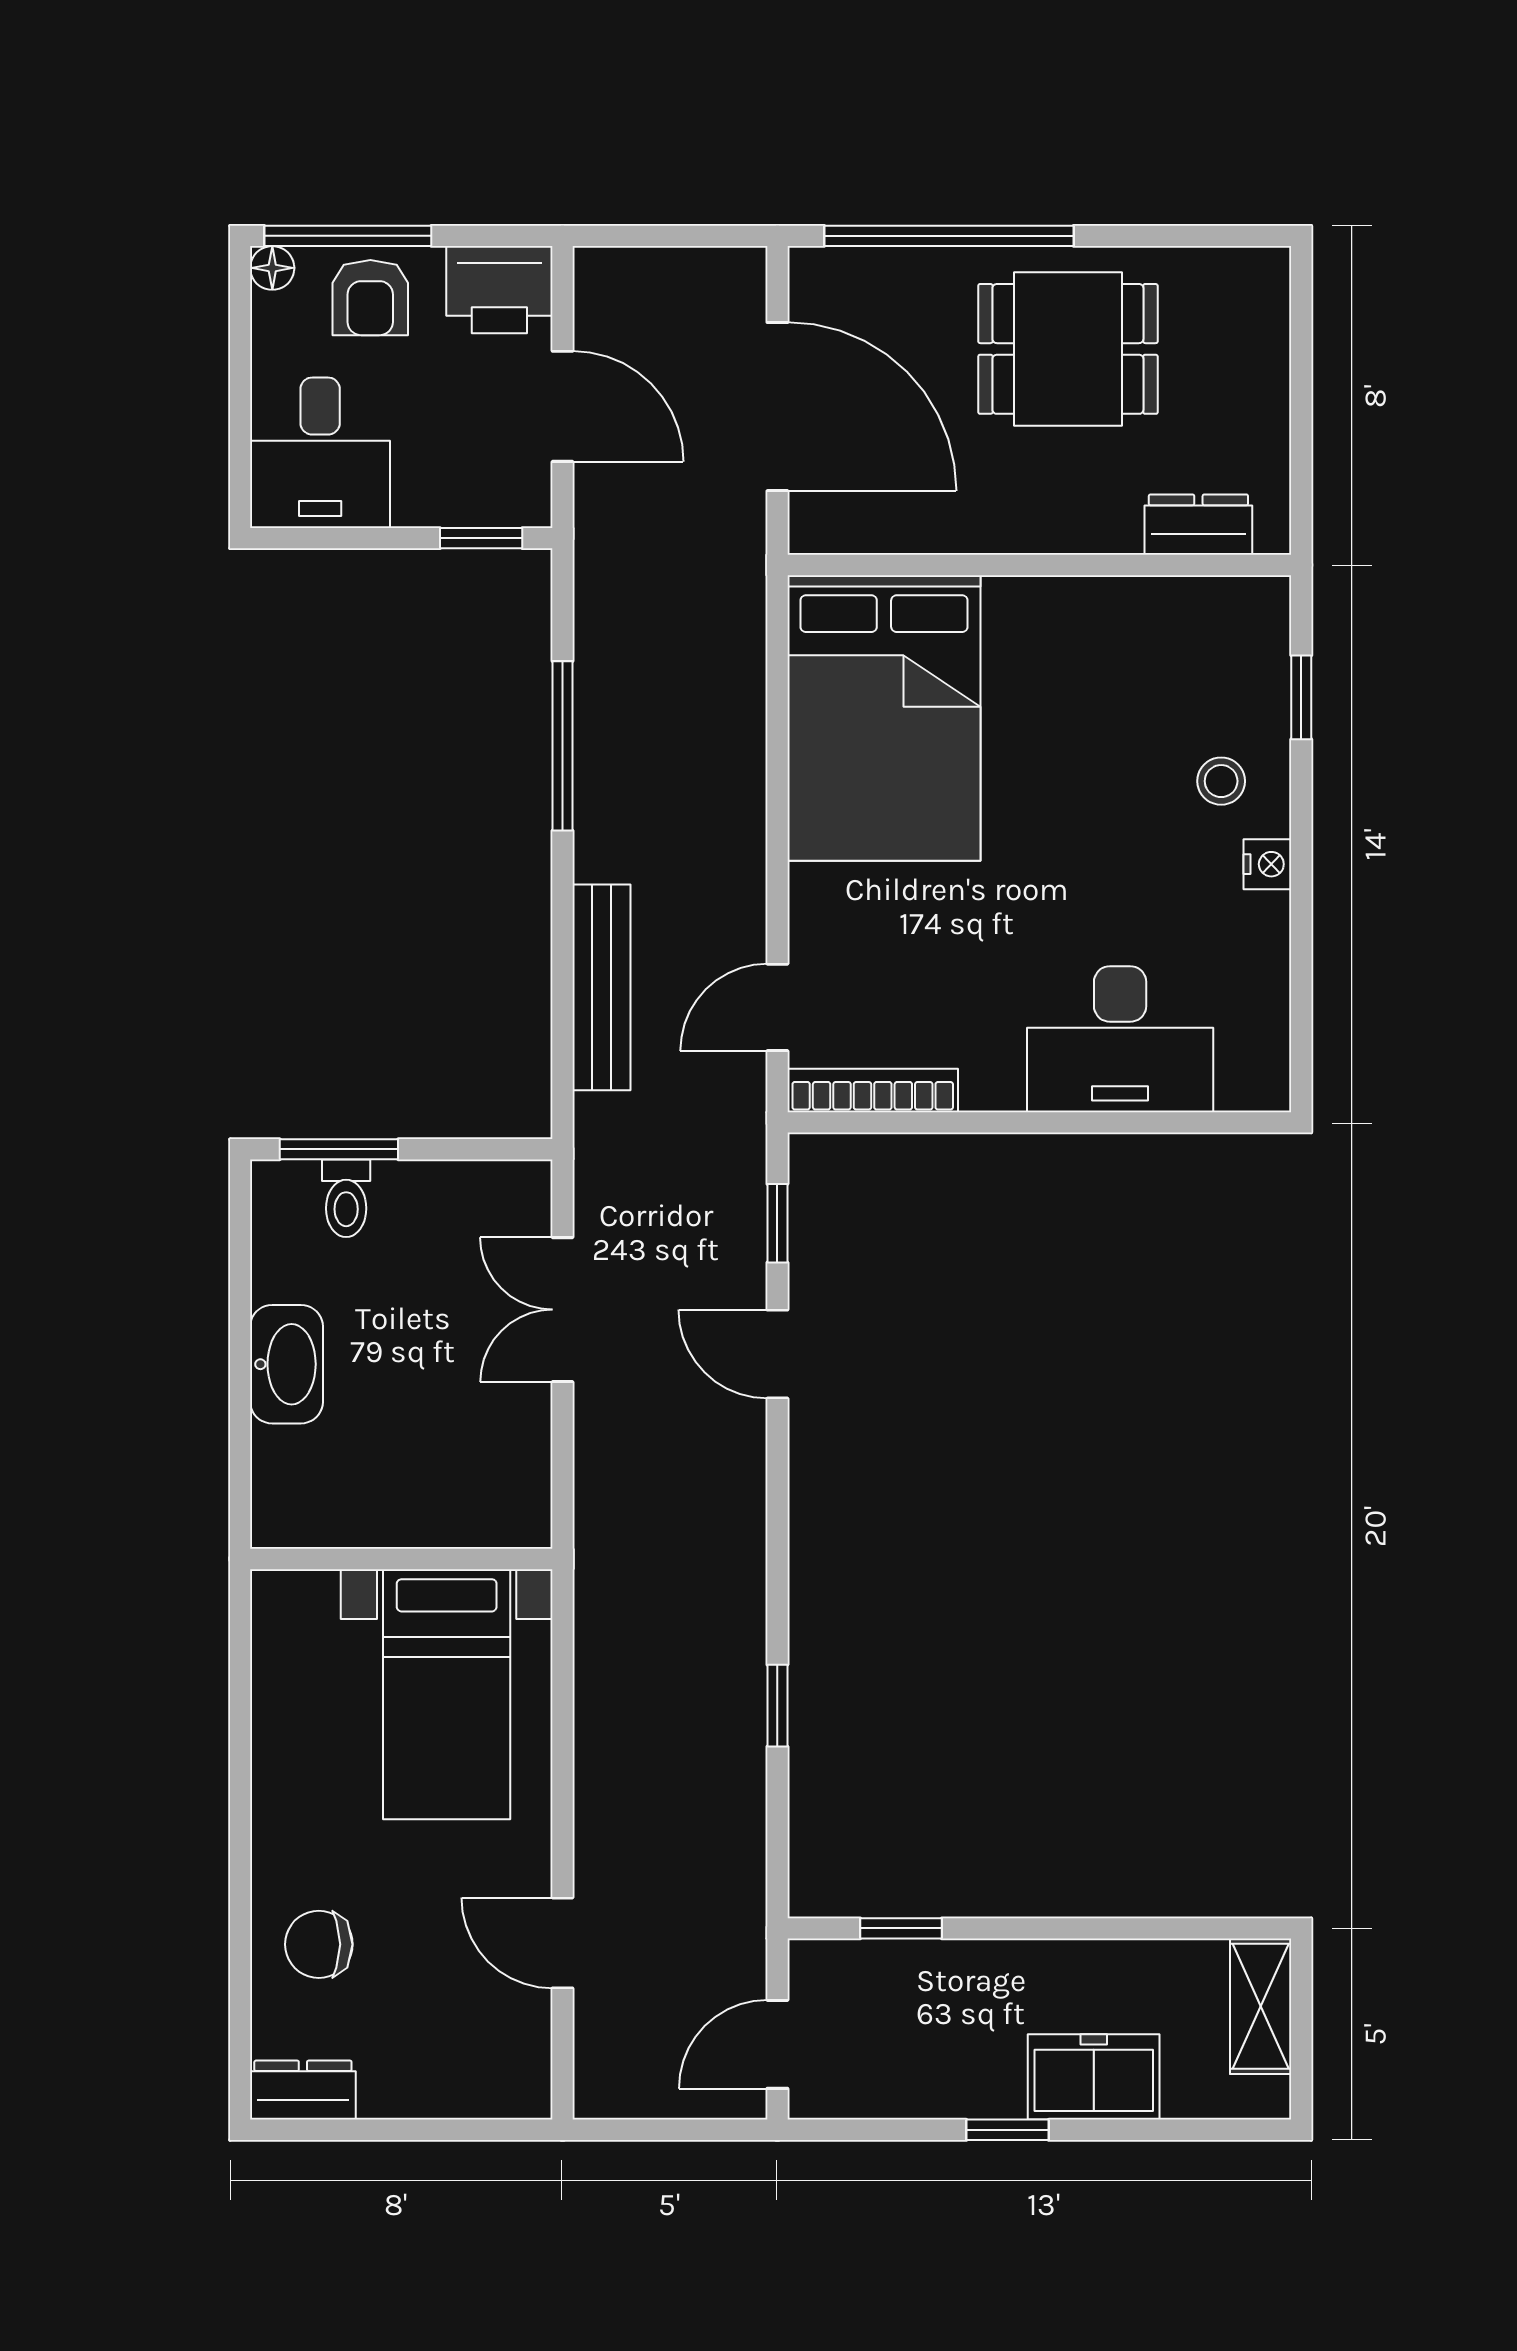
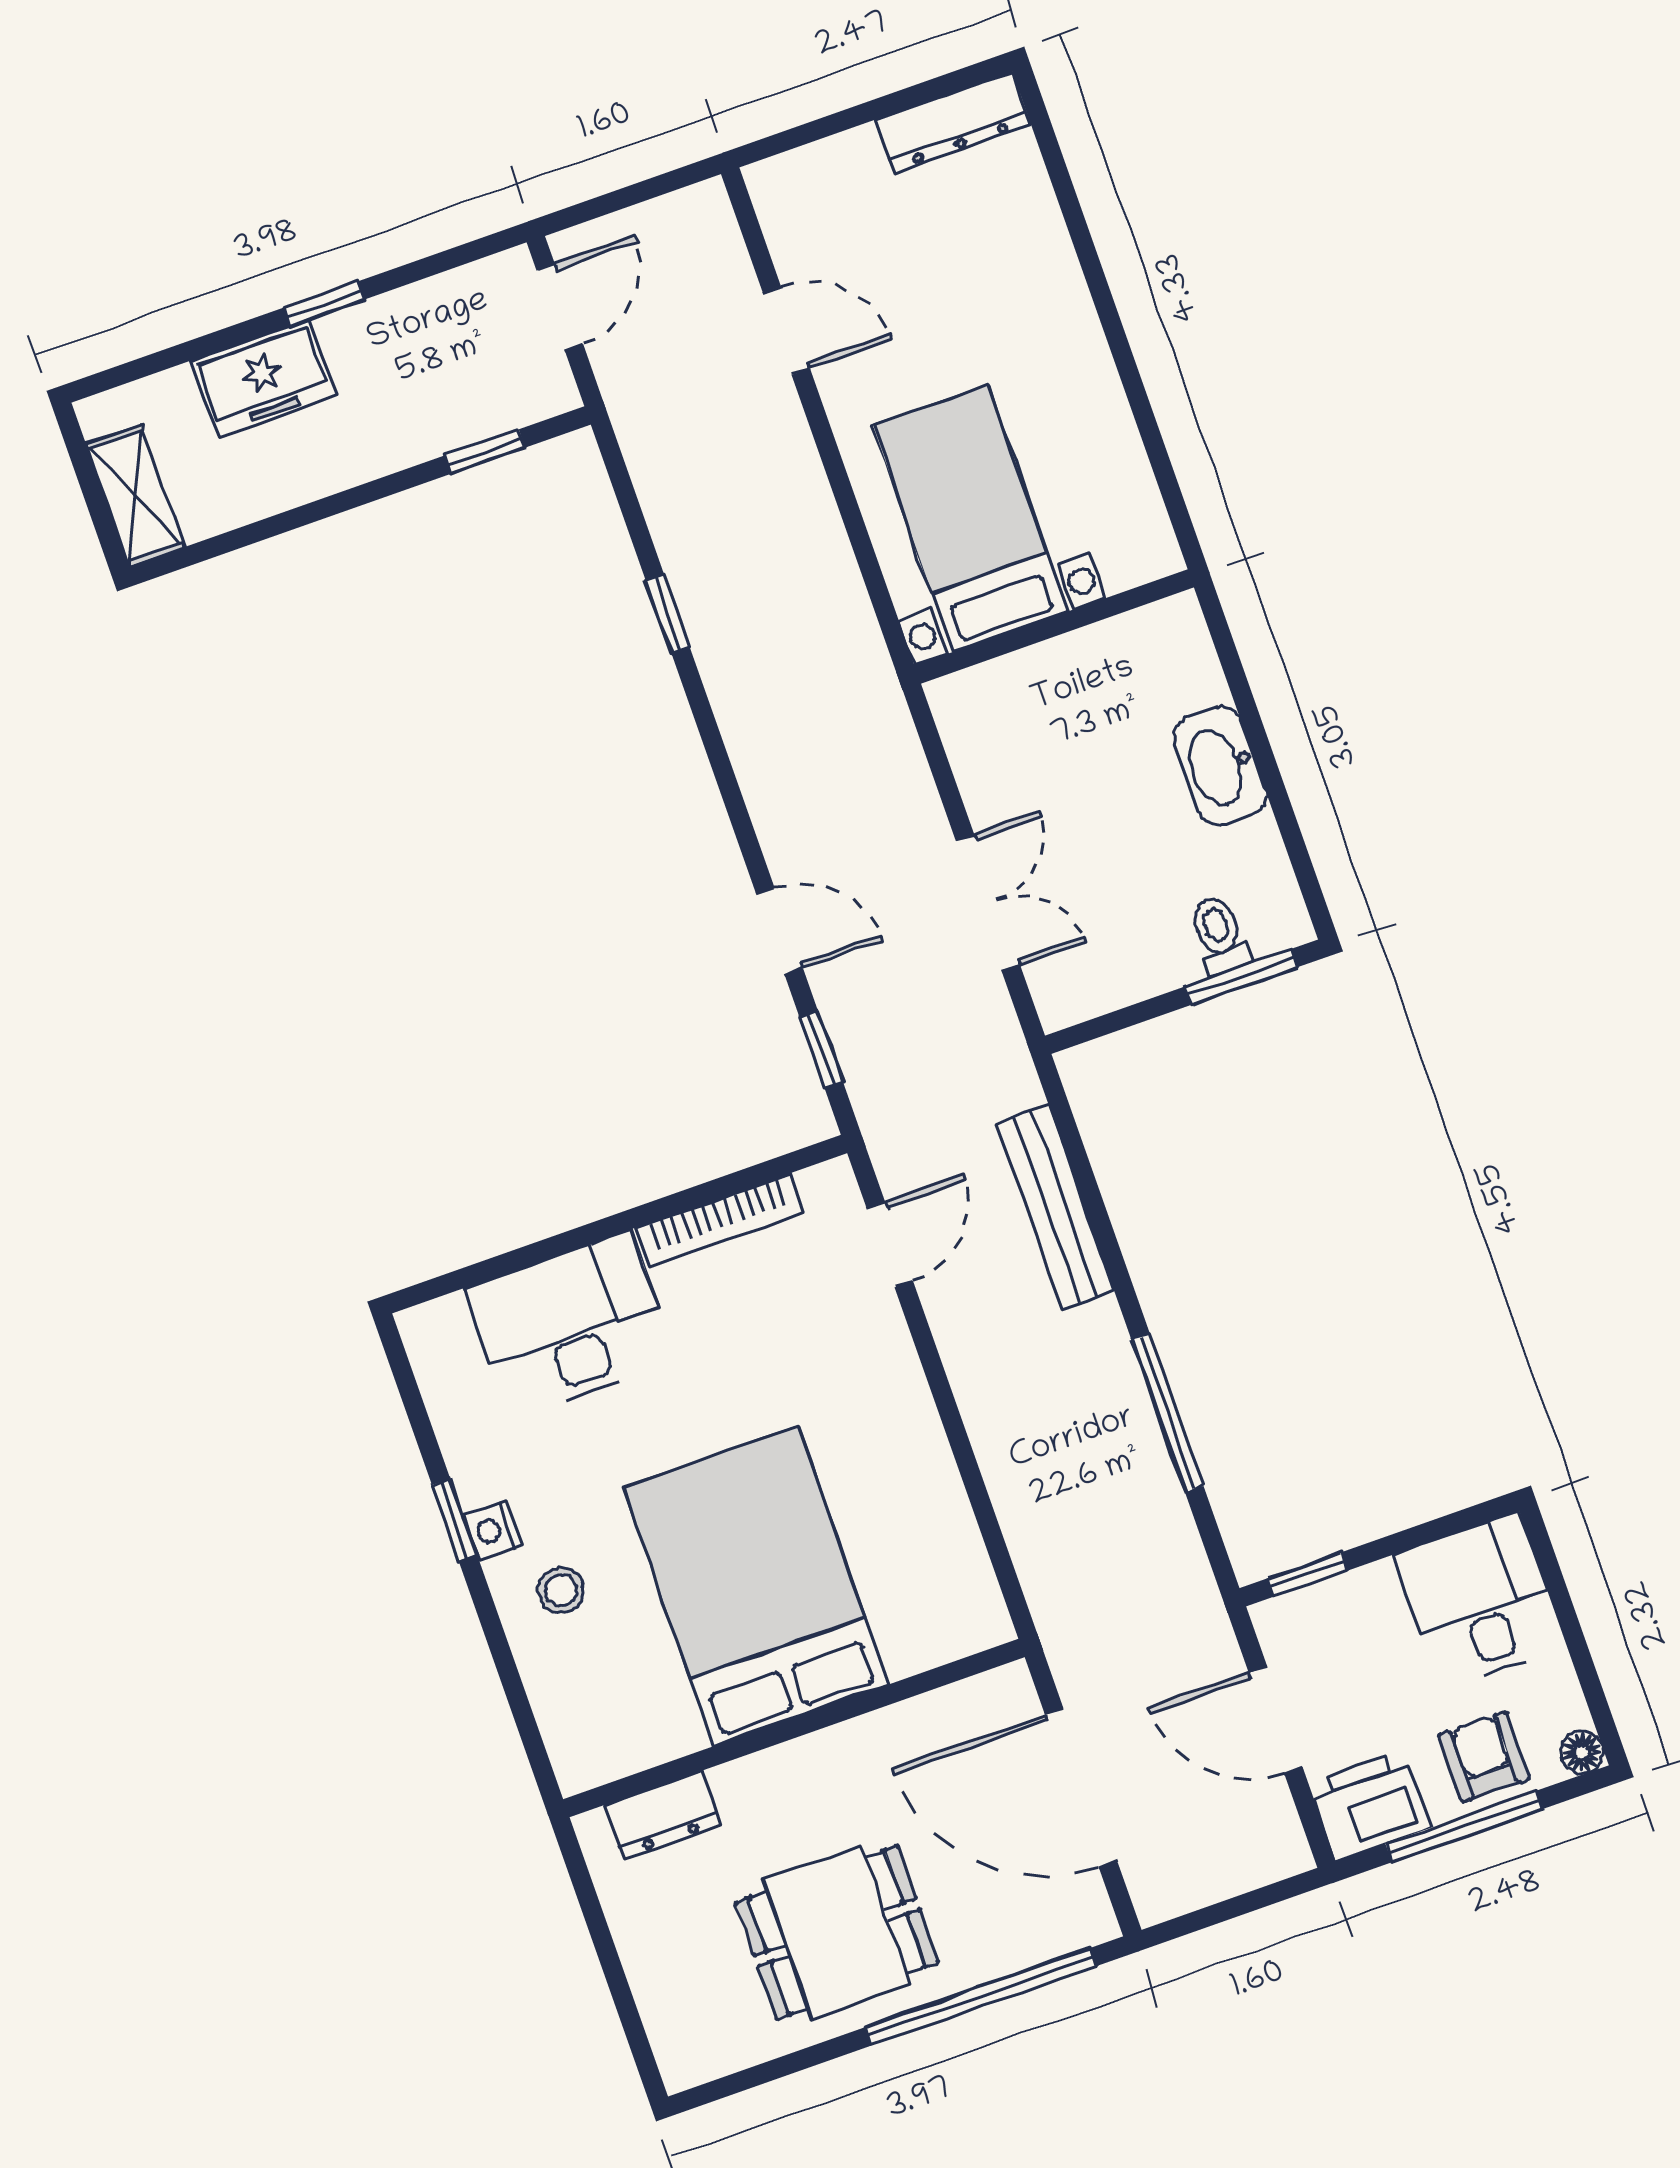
window: (348, 236) -> (1464, 1826), moved
window: (1301, 697) -> (454, 1520), moved
bed: (884, 718) -> (756, 1586), moved
bookcase: (873, 1091) -> (720, 1220), moved
chair: (319, 1944) -> (1006, 252), removed
dresser: (303, 2090) -> (953, 122), width x1.44

